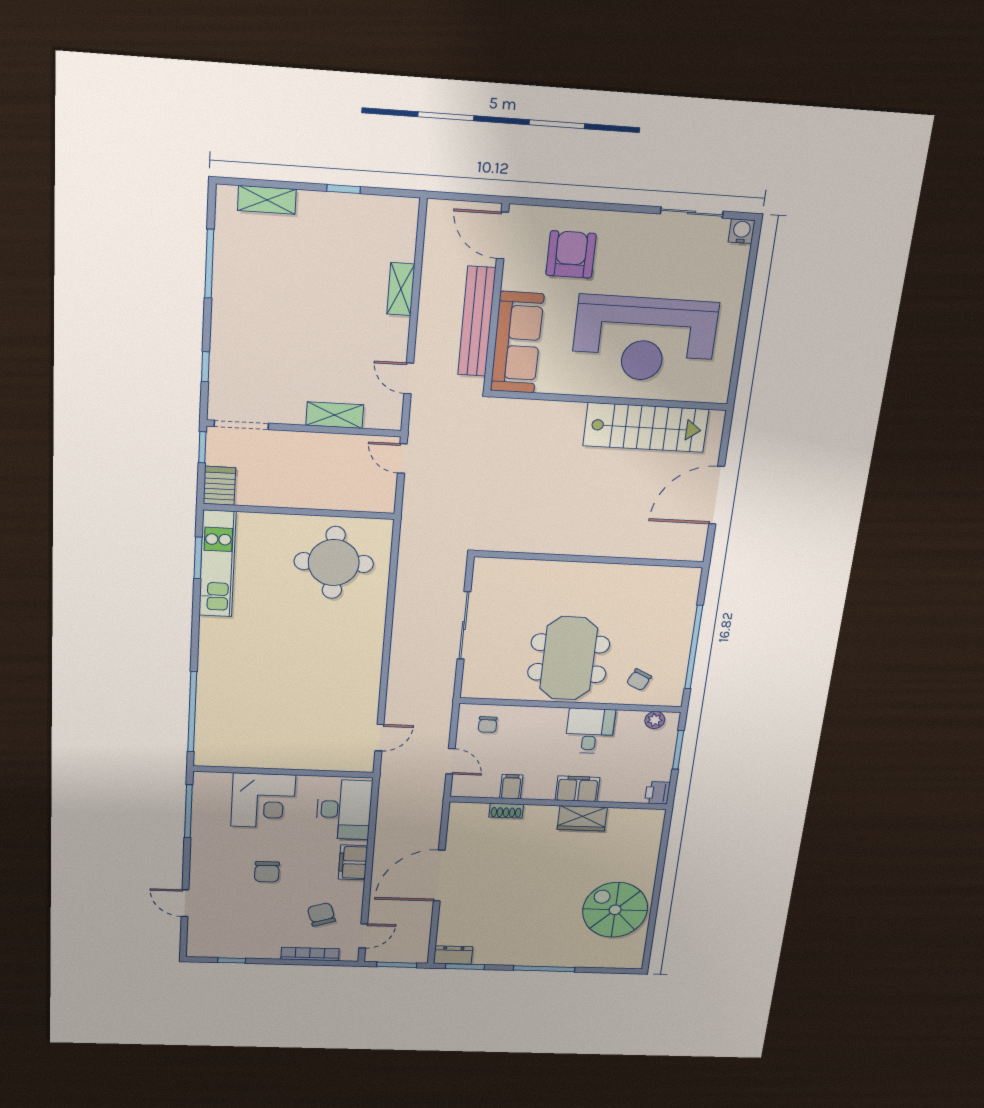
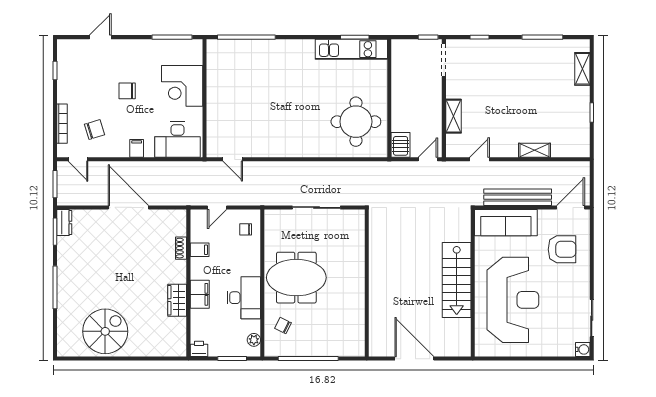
reception desk: (644, 339) -> (513, 300), turned 180
stairs: (646, 428) -> (457, 280), moved
server rack: (219, 486) -> (401, 145), moved, turned -90
desk: (590, 731) -> (244, 298), width x1.37
filing cabinet: (353, 862) -> (137, 148), width x0.50

